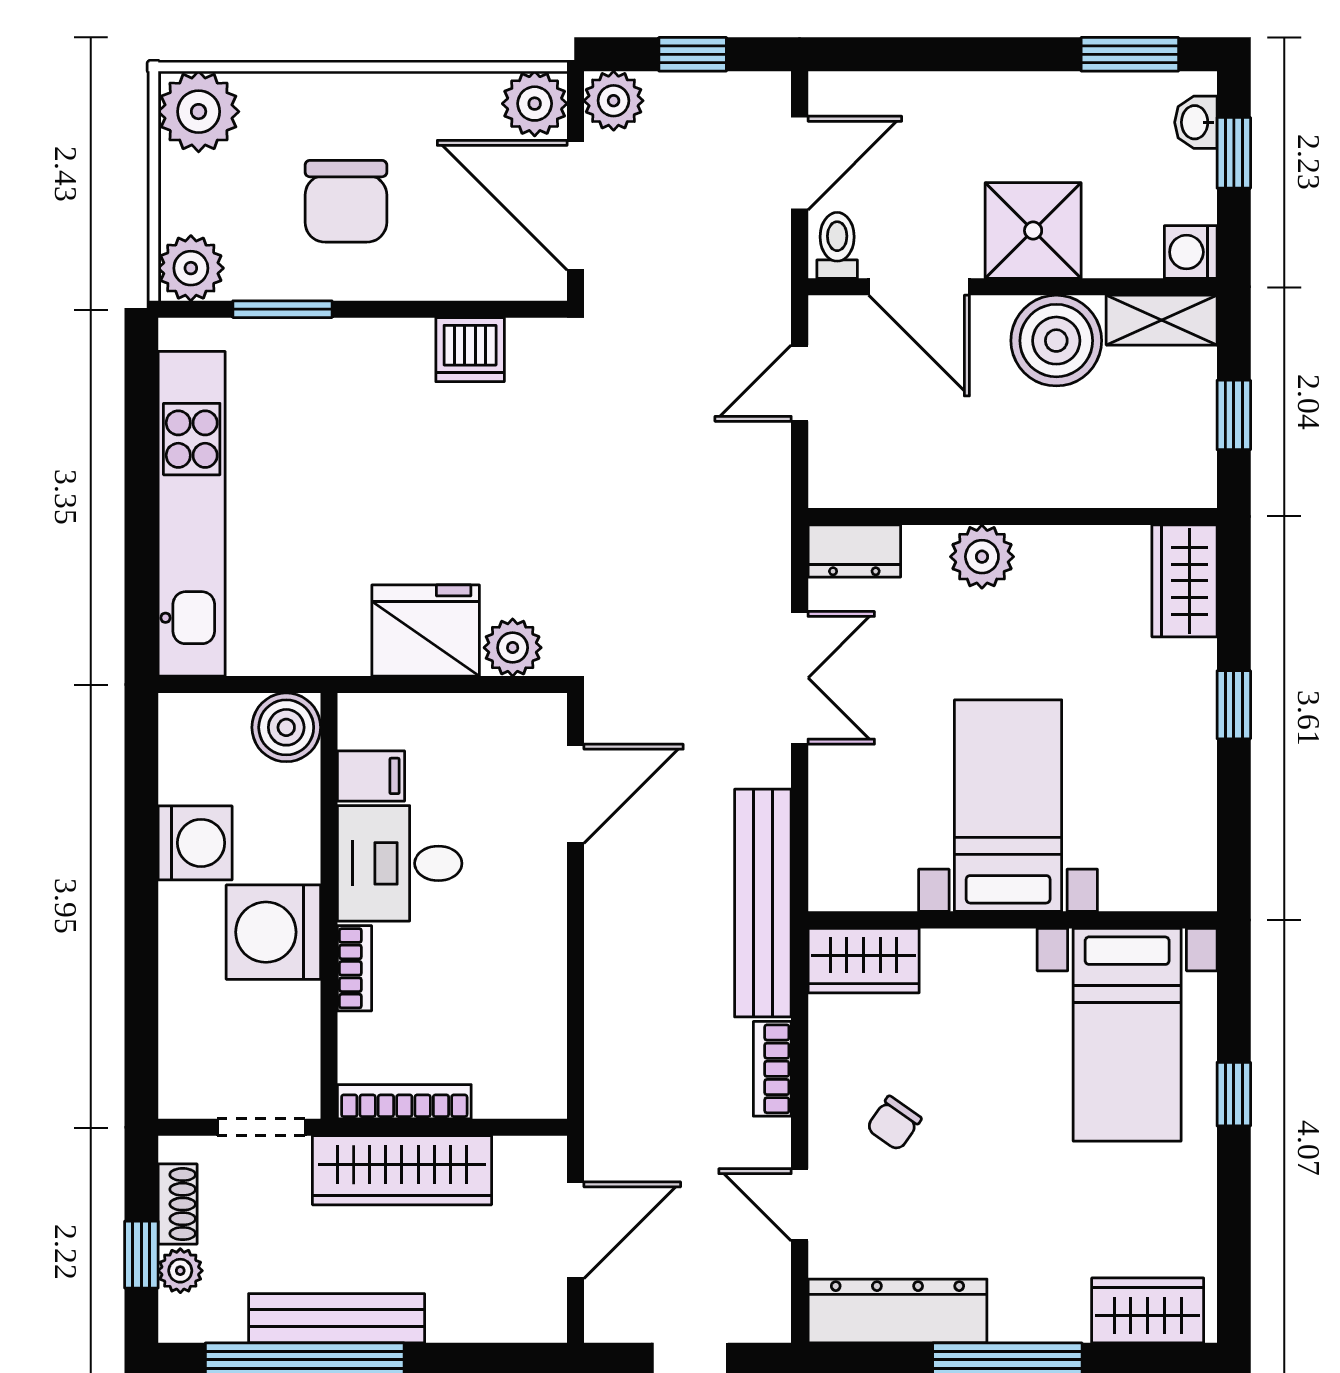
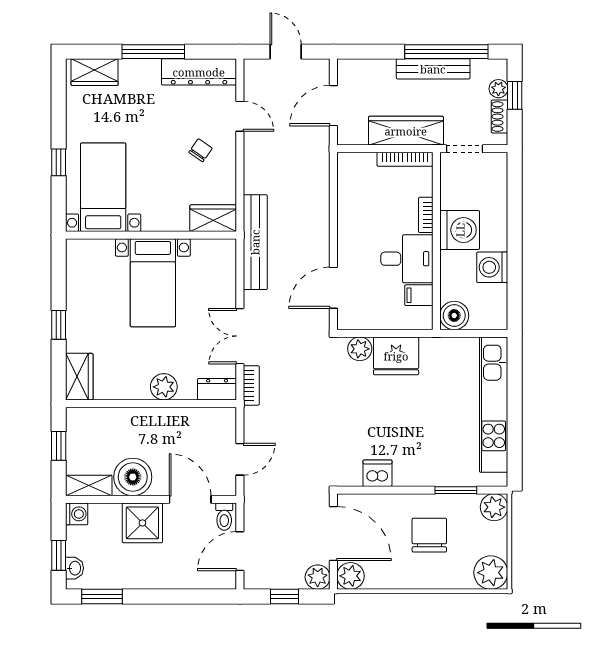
bookcase: (772, 1069) -> (251, 385), moved

